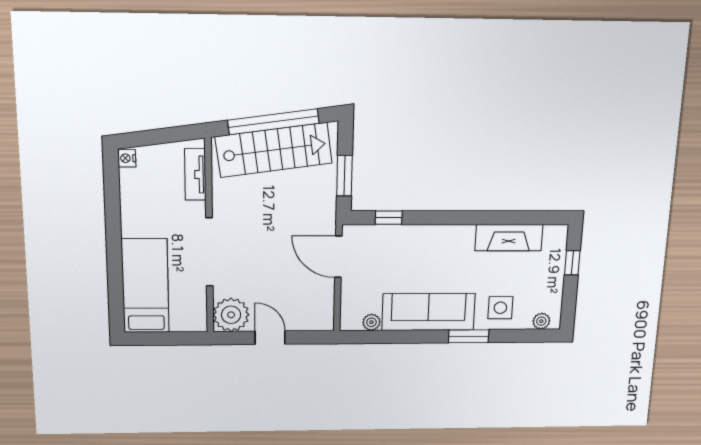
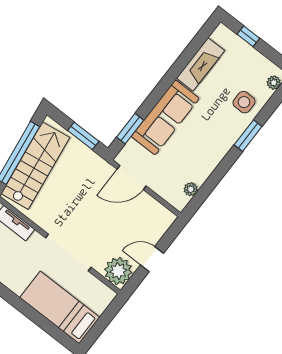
window: (389, 218) -> (130, 129), width x1.50
sofa: (428, 312) -> (165, 117), moved, turned 180

